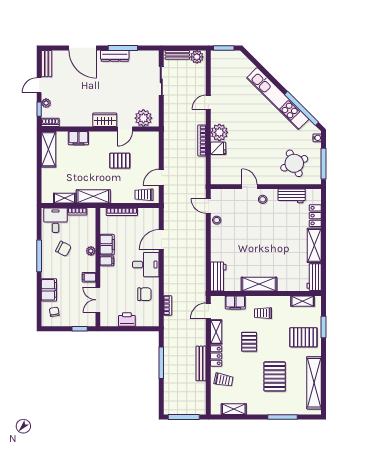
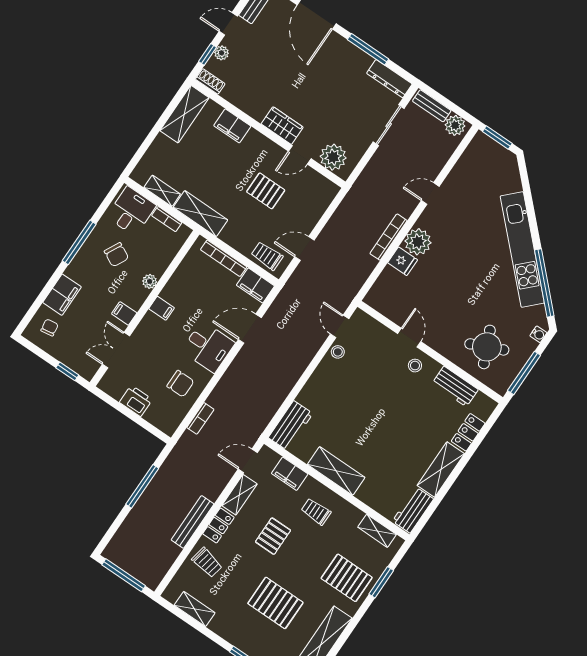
dresser: (115, 56) -> (389, 79), moved
filing cabinet: (107, 245) -> (255, 285), moved, turned 90
pallet: (275, 376) -> (275, 603), turned 90

